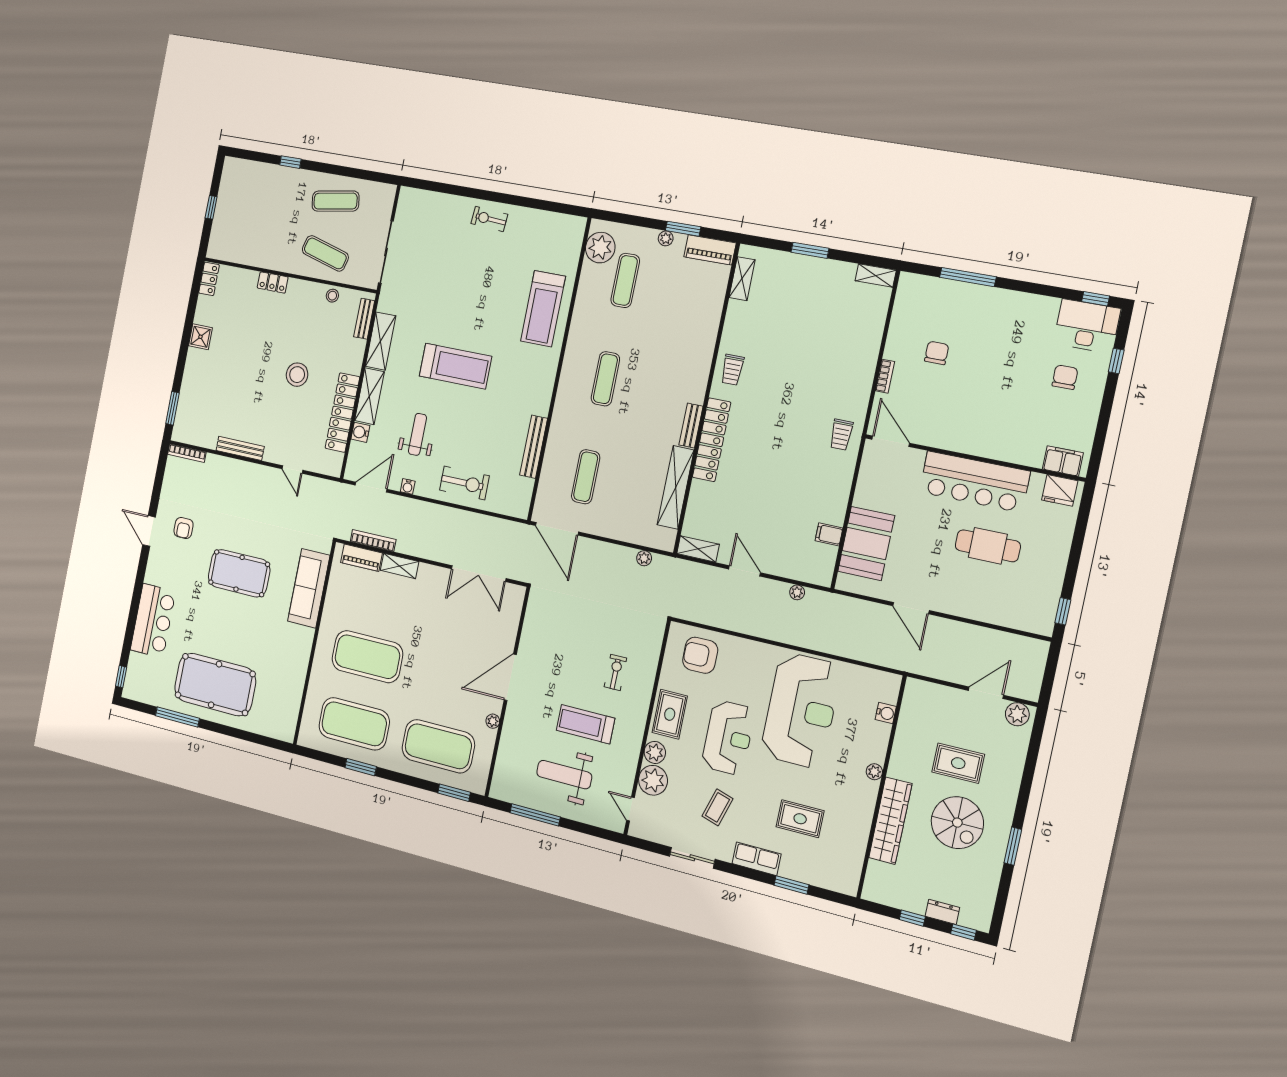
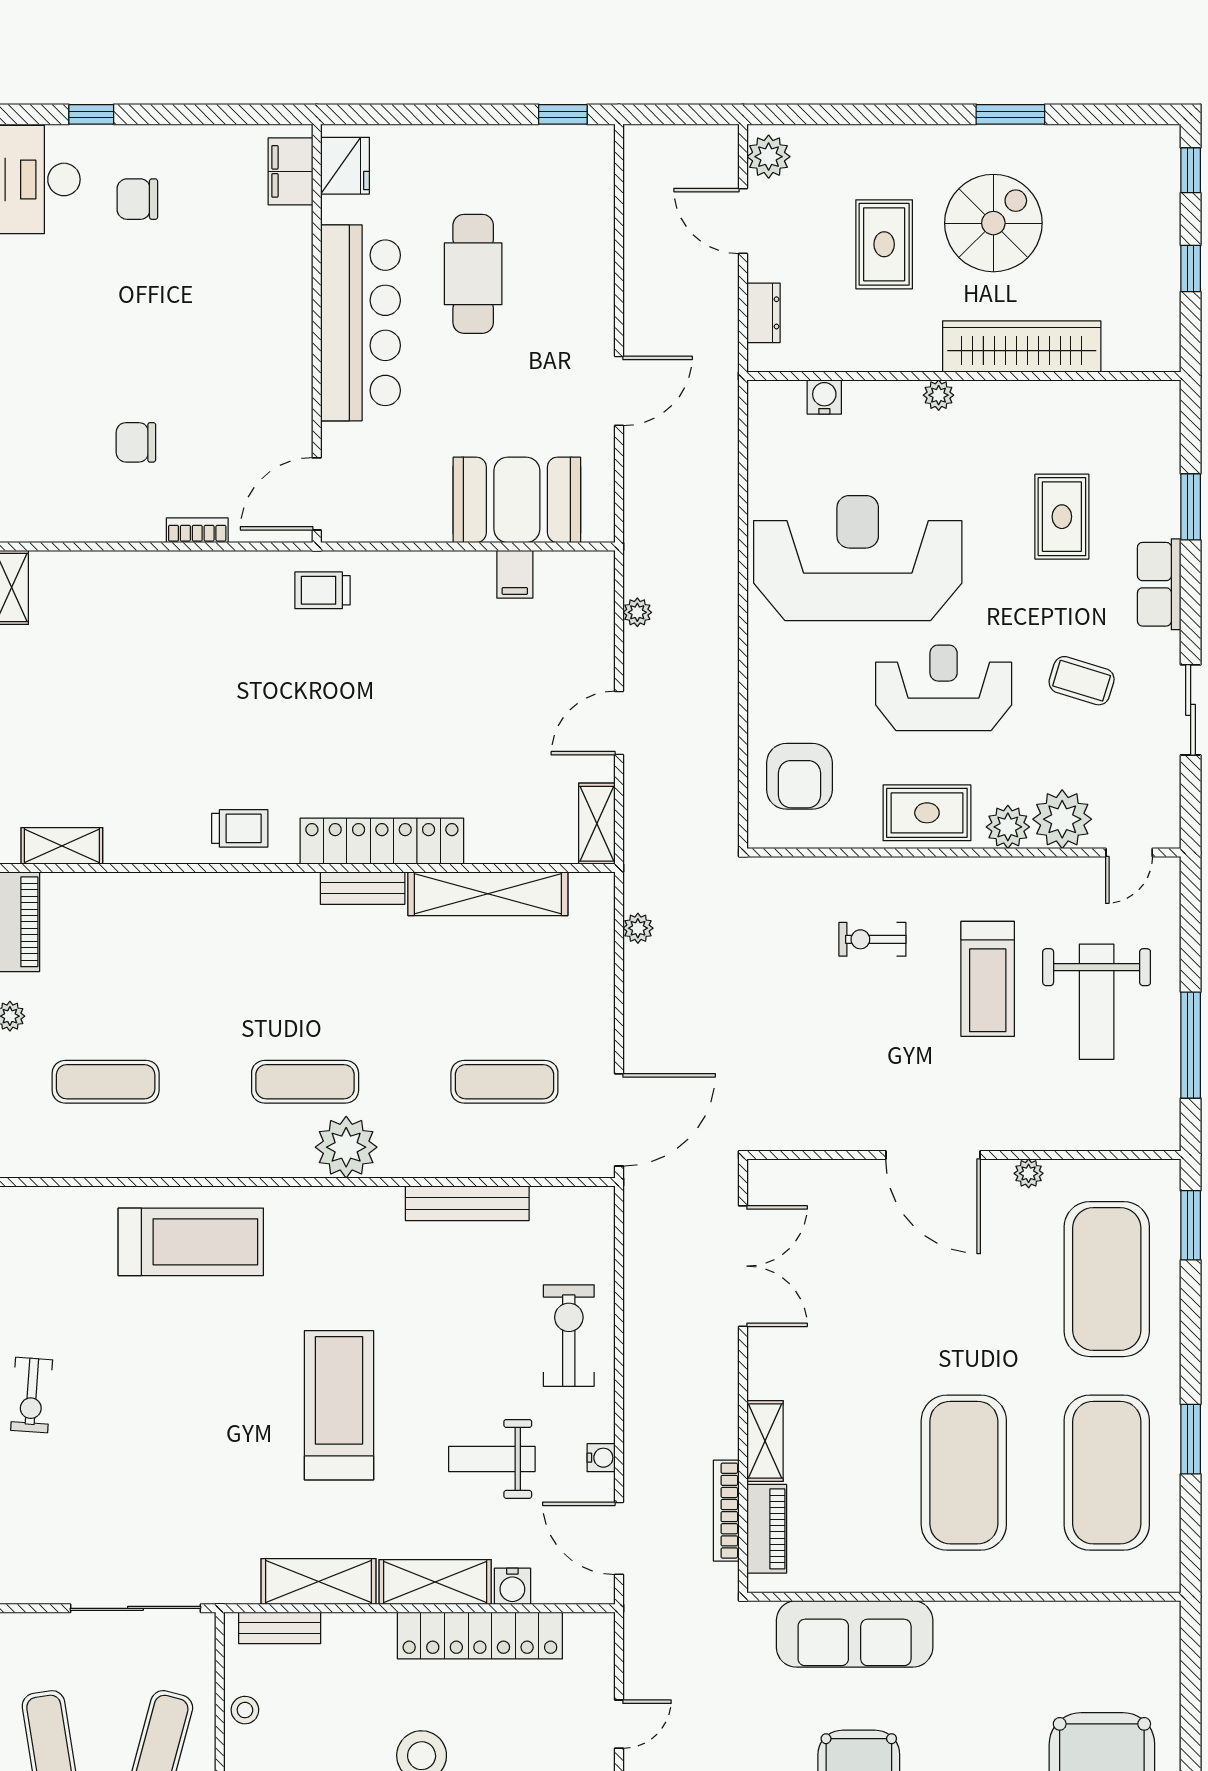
plant: (600, 248) -> (346, 1147), moved
trolley: (841, 435) -> (322, 590), turned 180
dresser: (942, 912) -> (764, 313), moved, turned 180

